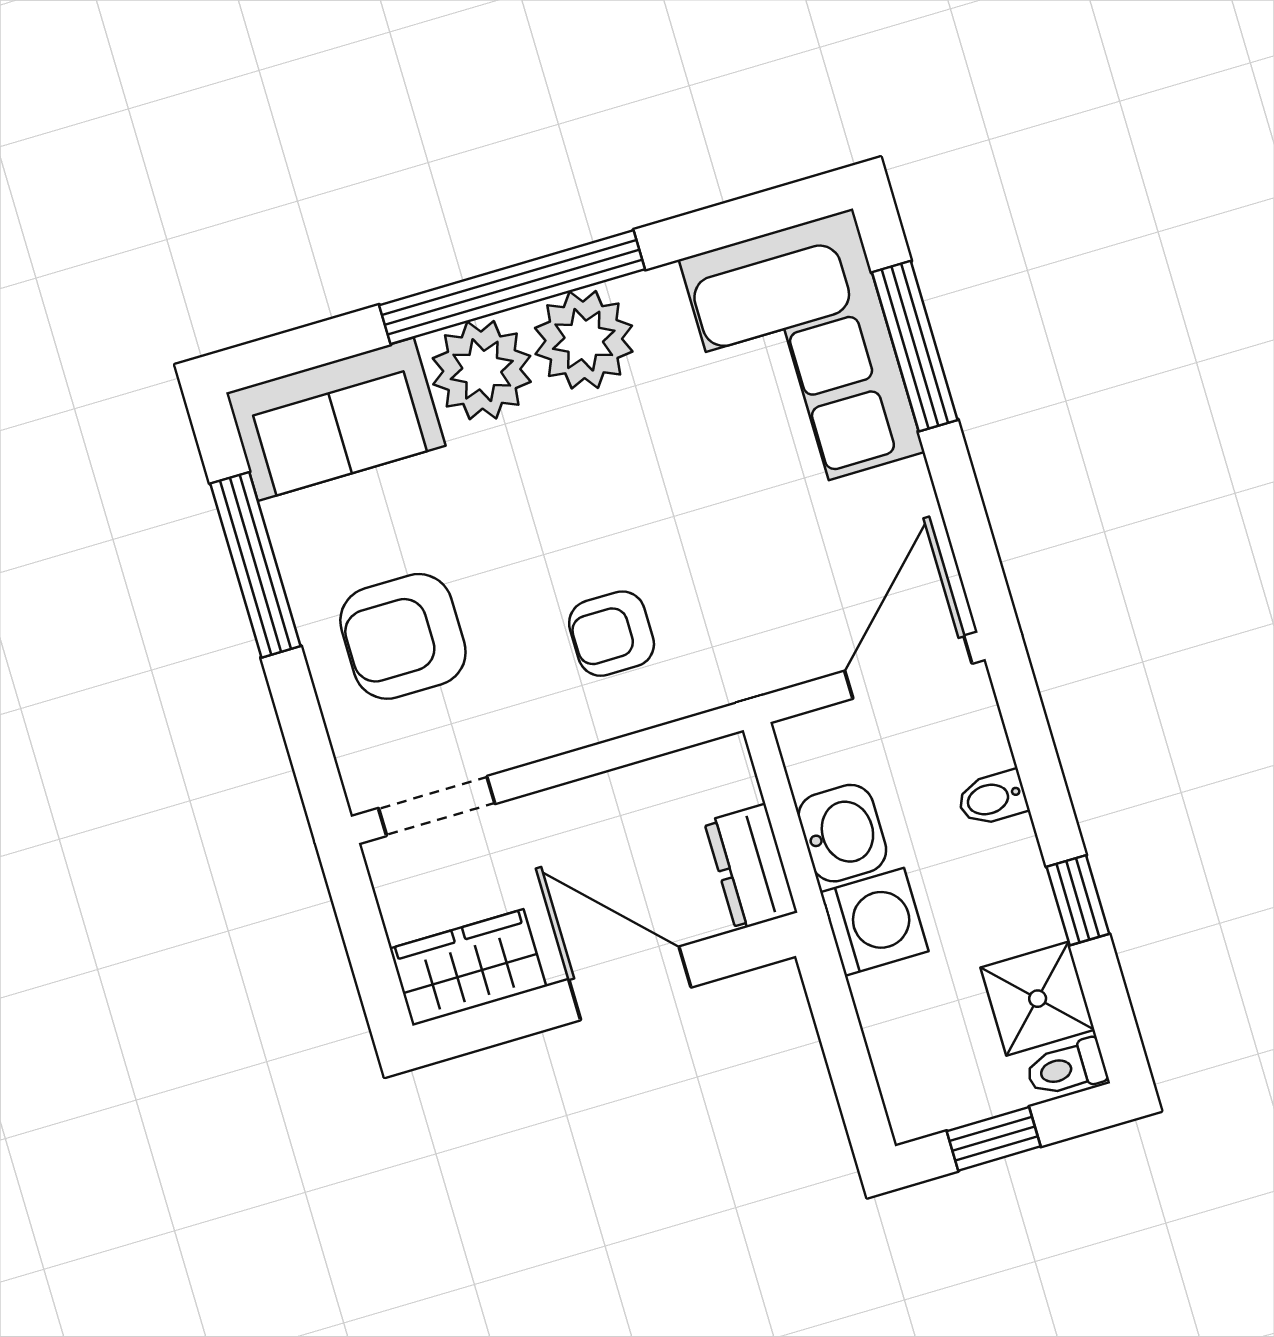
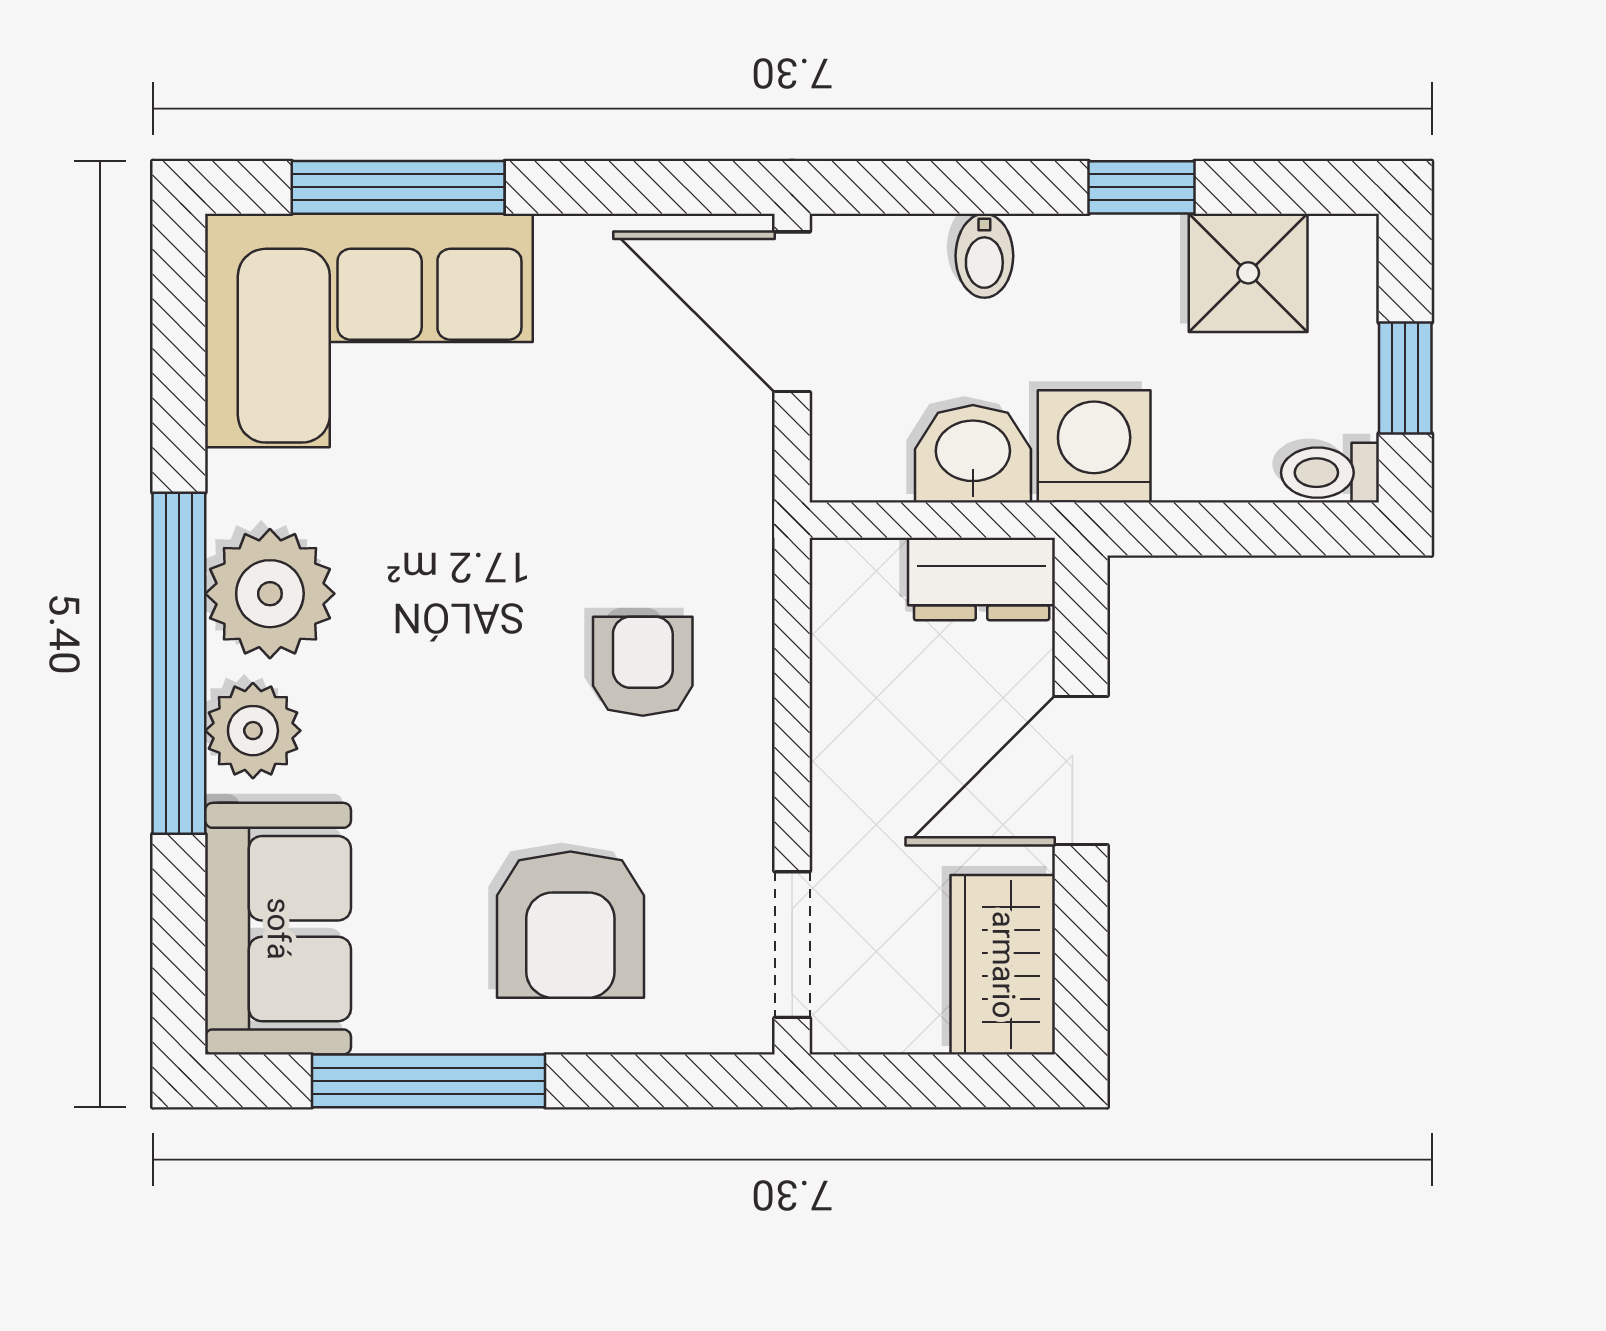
plant: (482, 370) -> (253, 731), width x0.73, depth x0.73
armchair: (612, 634) -> (643, 666), turned 180
toilet: (1066, 1068) -> (1330, 473), moved, turned 90

